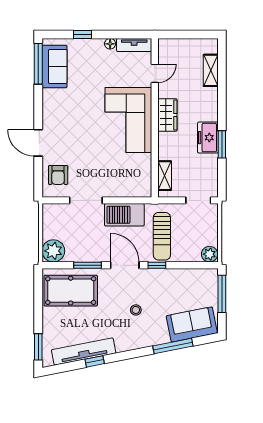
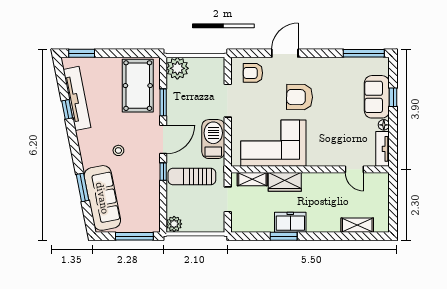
sofa: (54, 66) -> (377, 97), moved, turned 90
wardrobe: (167, 115) -> (285, 182), moved
corner sofa: (128, 120) -> (273, 143), moved
armchair: (82, 128) -> (300, 97), added
doorway: (198, 200) -> (228, 199), moved
sofa: (192, 324) -> (102, 198), width x1.36
window: (173, 346) -> (83, 187), width x0.69

